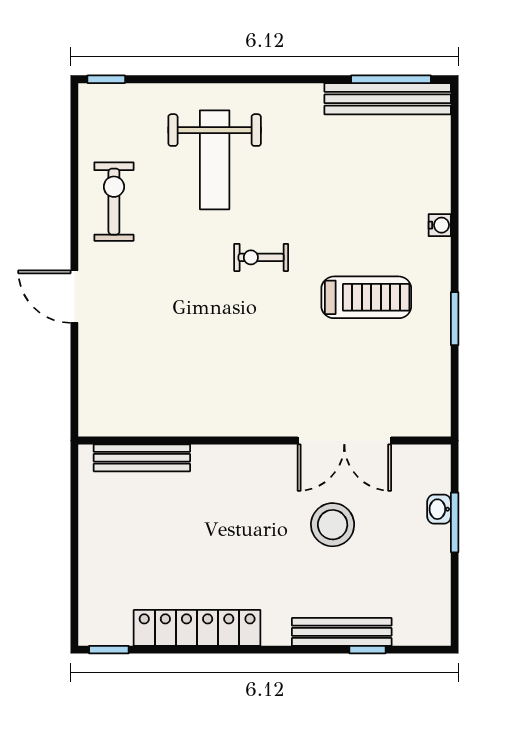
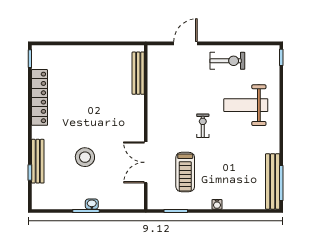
wall: (265, 440) -> (146, 127), moved
double door: (344, 440) -> (146, 162), moved
bench: (142, 458) -> (138, 73), moved

